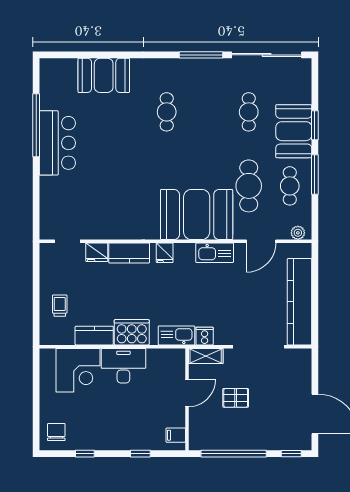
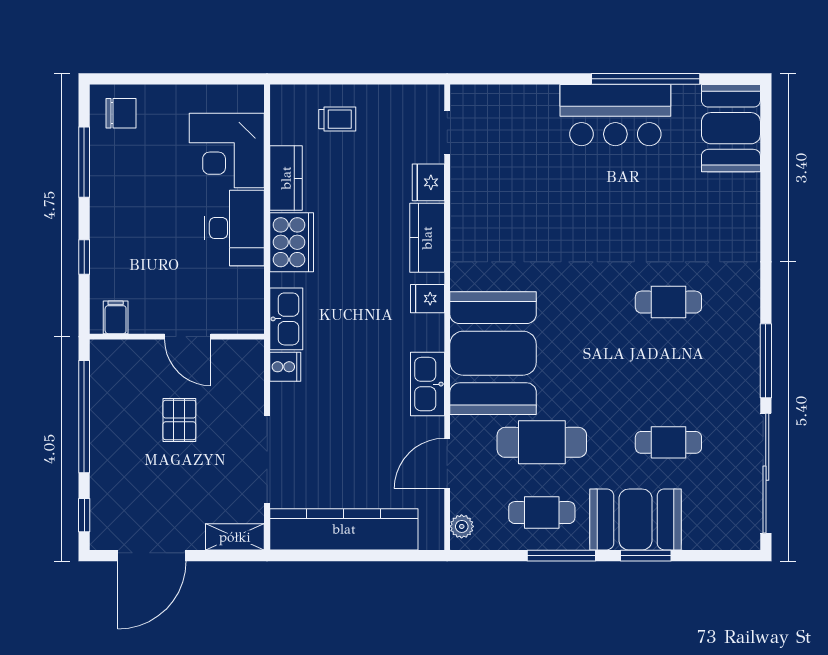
booth: (104, 75) -> (731, 128), moved
door: (261, 241) -> (447, 463), hinge flipped
shelving: (206, 356) -> (235, 537), moved, turned 90
window: (85, 454) -> (84, 162), width x2.17

